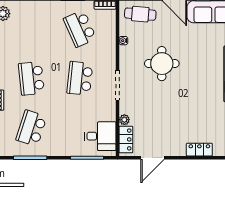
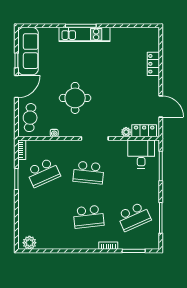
school desk: (31, 128) -> (134, 217), turned -42

